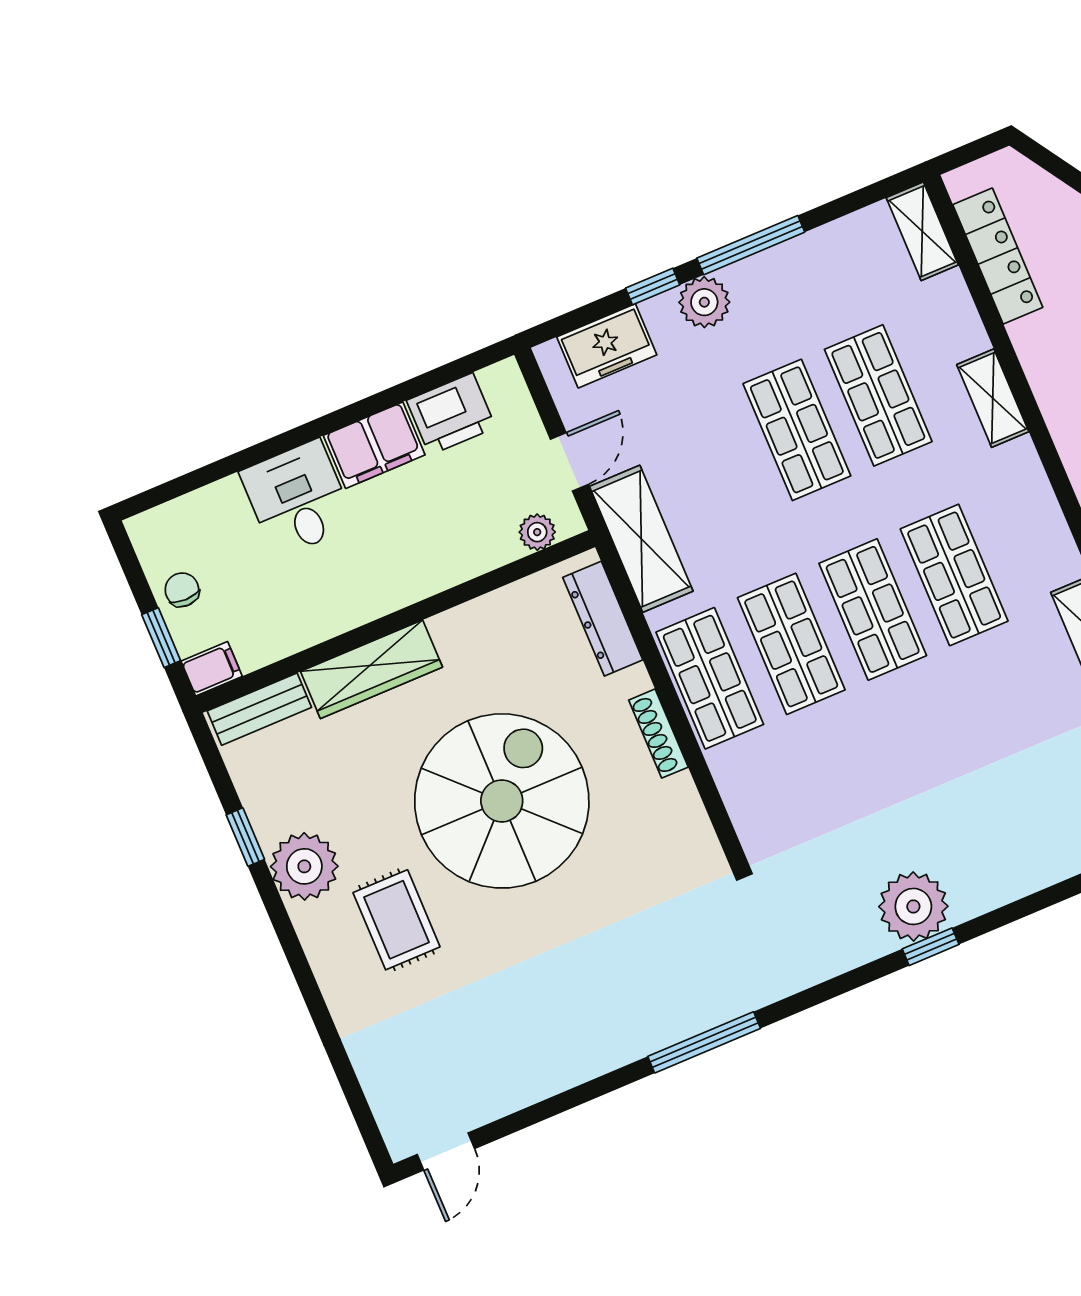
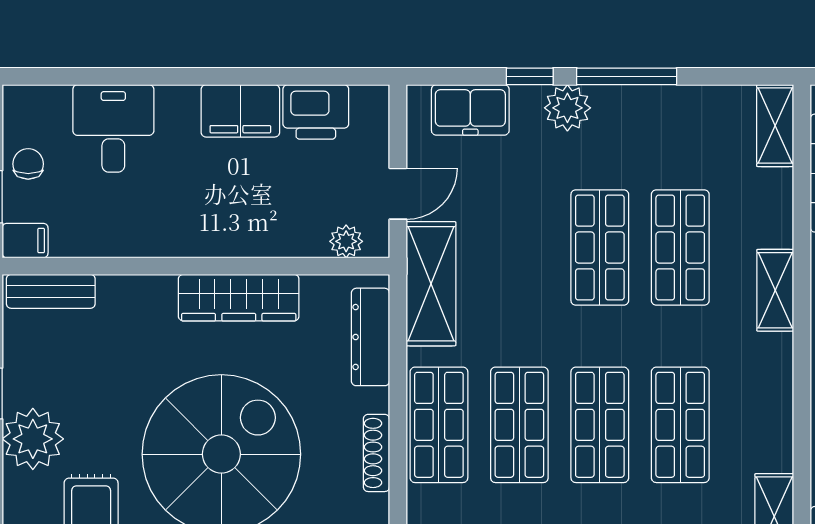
desk: (298, 499) -> (113, 128), moved
wardrobe: (372, 669) -> (239, 298), moved

